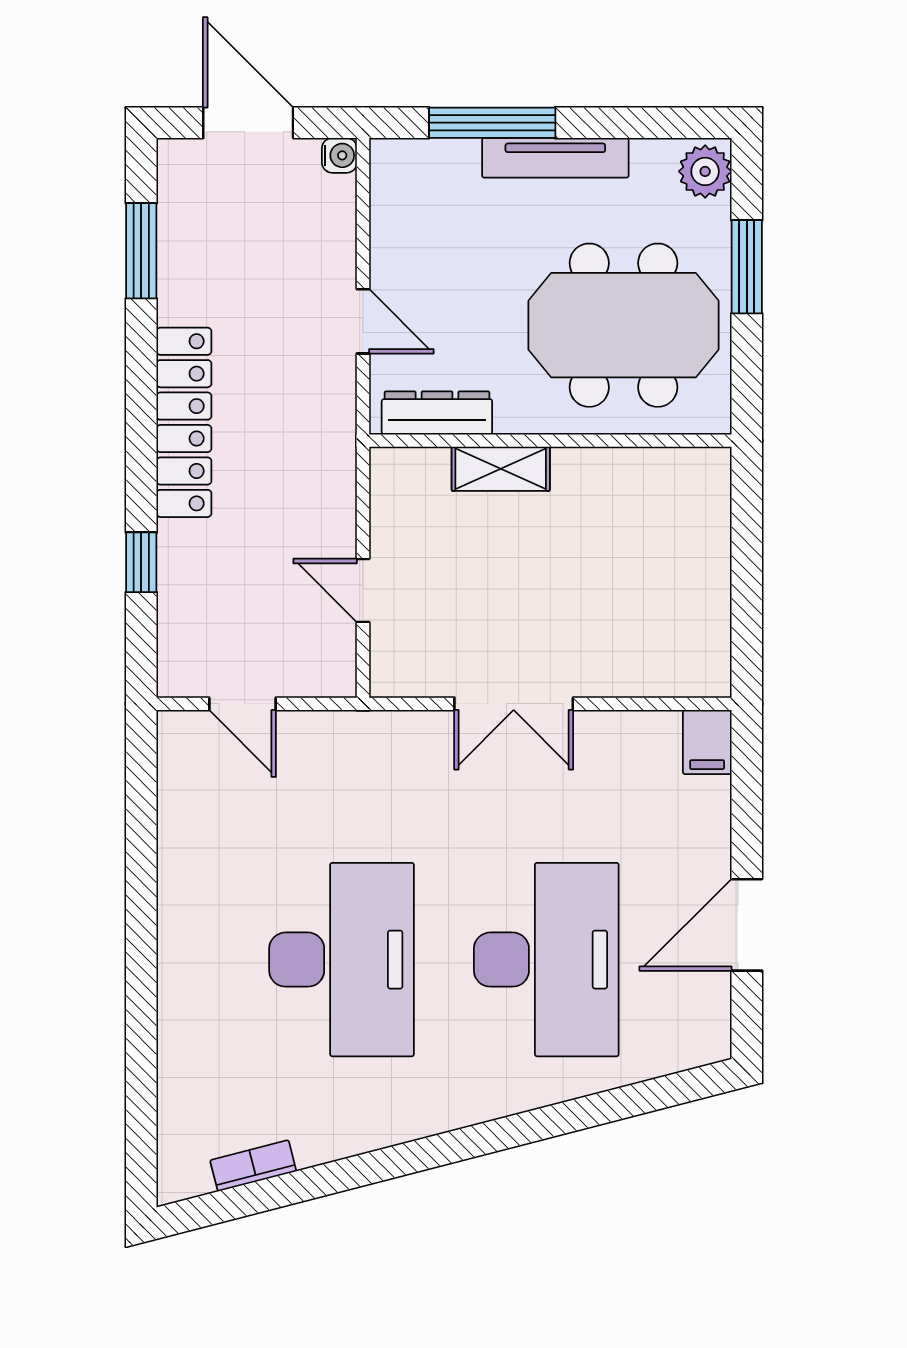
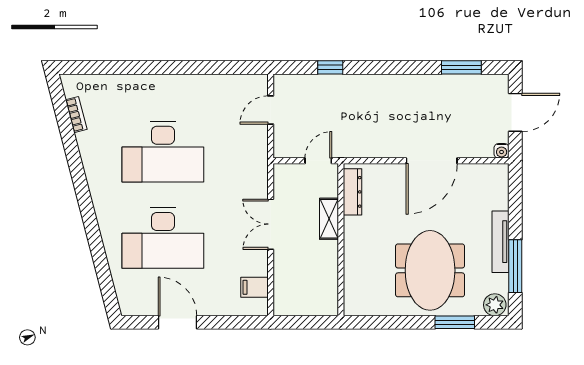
window: (492, 123) -> (515, 266), moved
door: (363, 321) -> (432, 161), width x1.88
dresser: (437, 413) -> (353, 192), moved
locker: (184, 422) -> (389, 85), removed
wall: (550, 441) -> (341, 240), moved
shelving: (501, 469) -> (329, 219), moved
filing cabinet: (707, 742) -> (254, 287), moved

